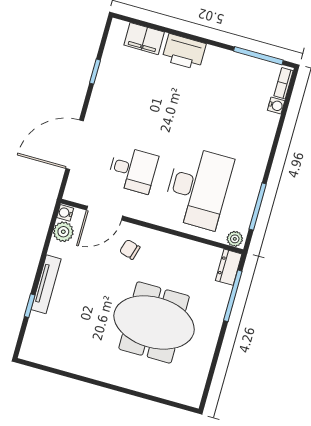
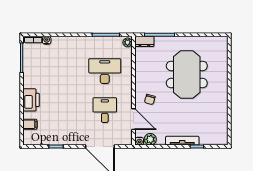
filing cabinet: (144, 39) -> (30, 124), width x0.50
desk: (198, 188) -> (105, 71), width x0.73, depth x0.77

